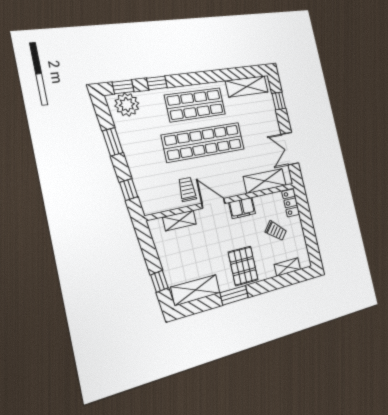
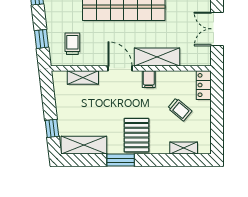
shelving: (265, 181) -> (157, 57), moved
trolley: (187, 189) -> (72, 44), moved
filing cabinet: (242, 208) -> (149, 79), width x0.50

